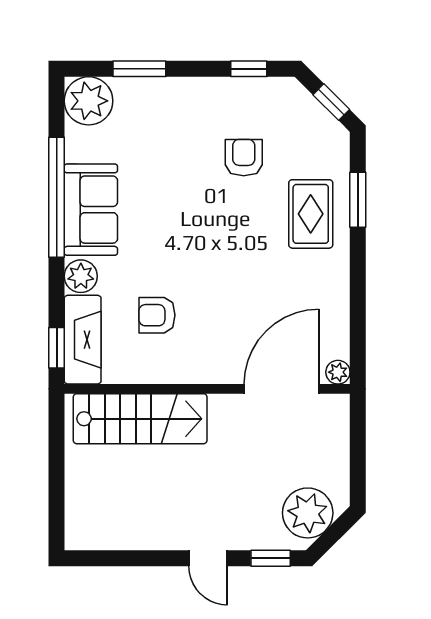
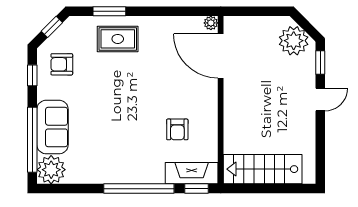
window: (139, 69) -> (32, 140), width x2.11
armchair: (244, 158) -> (62, 64), moved
window: (57, 197) -> (139, 189), moved
sofa: (91, 210) -> (53, 127), moved, turned 90
plant: (81, 276) -> (154, 174), removed
stairs: (140, 419) -> (263, 169), moved, turned -90

